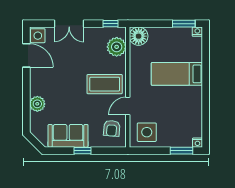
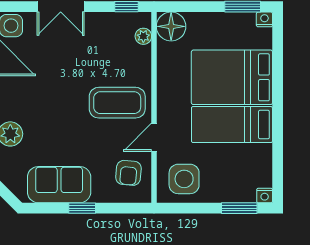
plant: (117, 47) -> (143, 36), width x0.53, depth x0.53
bed: (177, 74) -> (232, 77), width x1.50
bed: (177, 98) -> (232, 125), added

